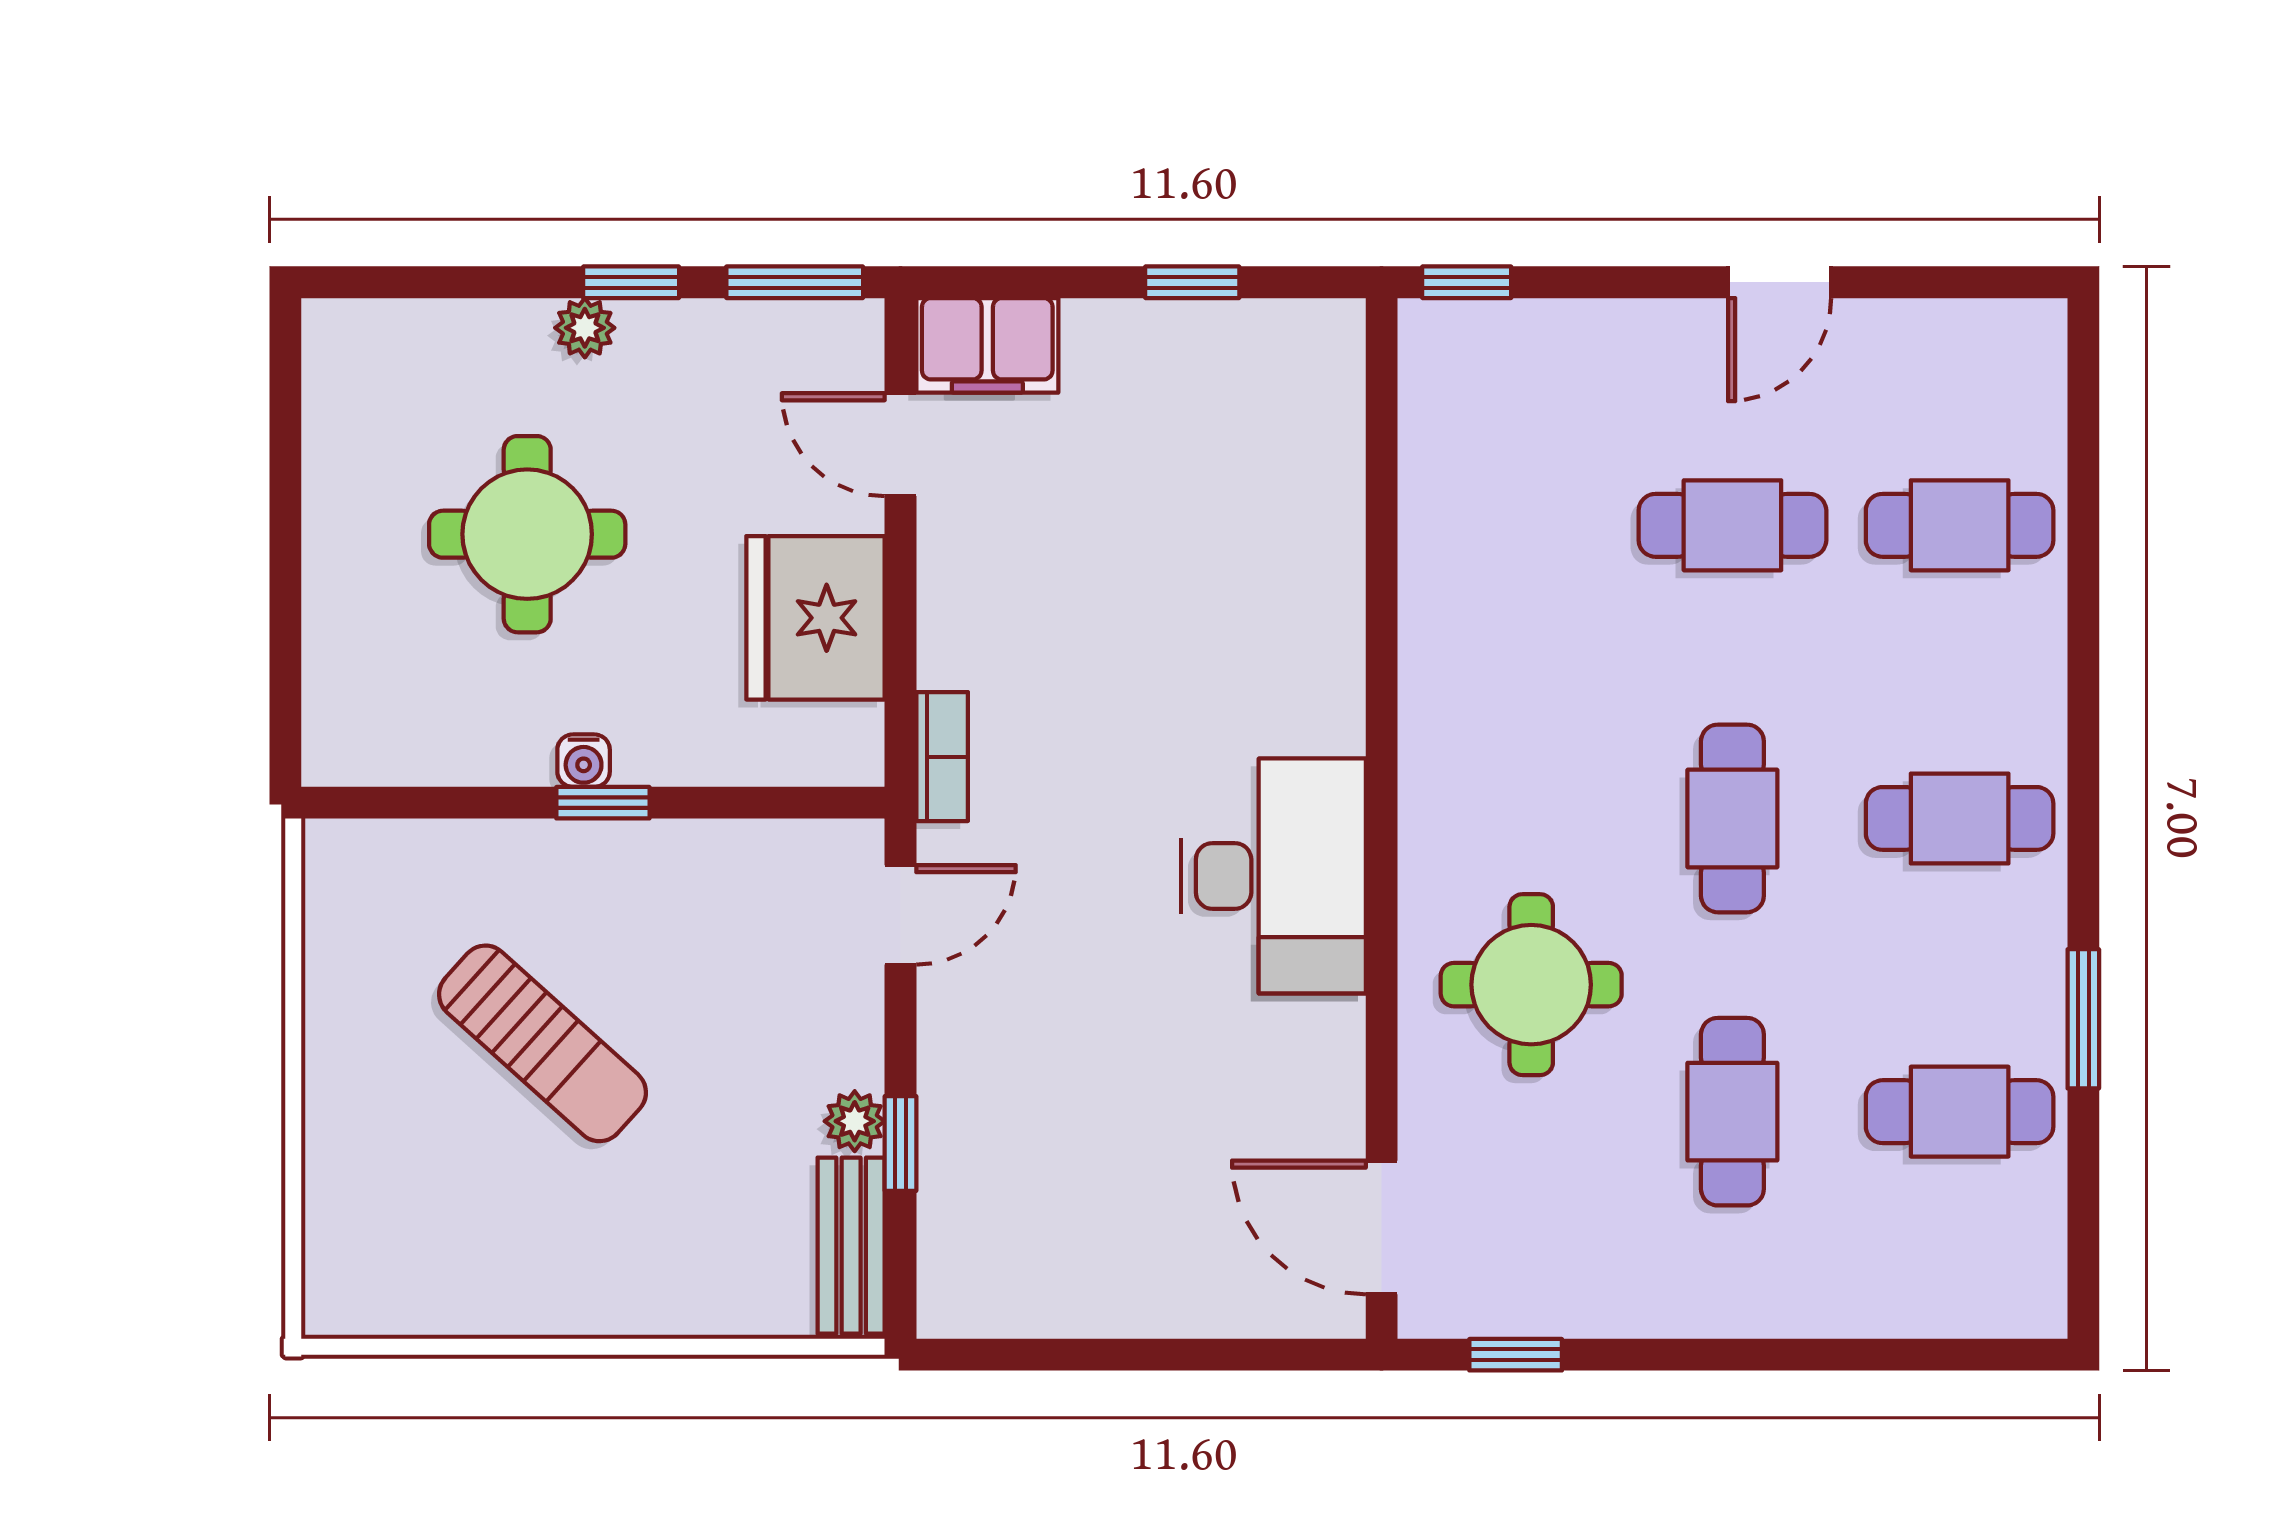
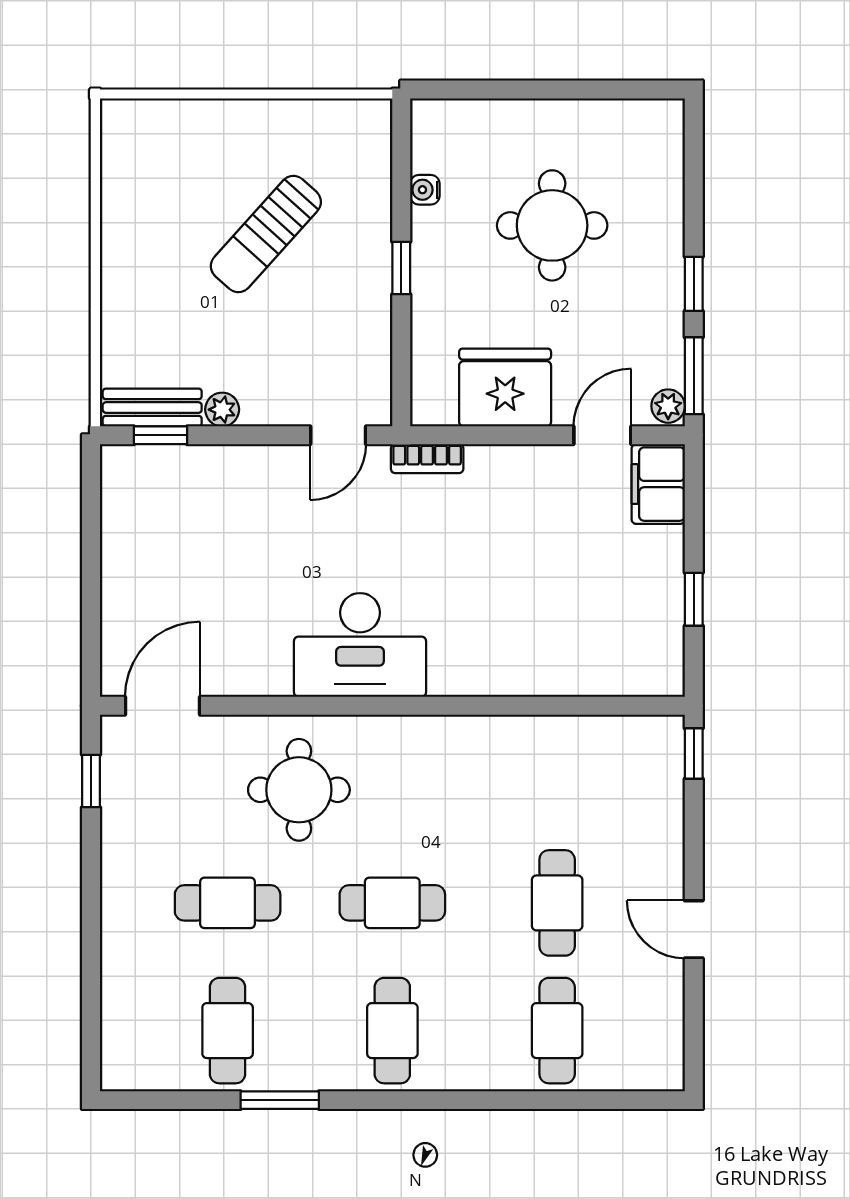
plant: (585, 328) -> (668, 406), moved
water cooler: (584, 761) -> (425, 190), moved
door: (901, 915) -> (338, 435), hinge flipped
window: (901, 1144) -> (161, 435), moved

